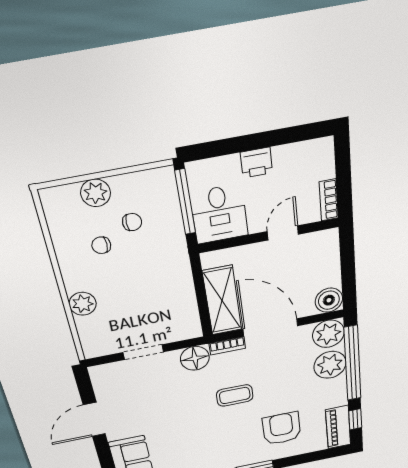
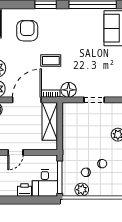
plant: (96, 193) -> (82, 190), moved
desk: (219, 214) -> (45, 183), moved, turned 180
door: (270, 327) -> (27, 100), swing flipped
armchair: (282, 429) -> (27, 31), turned 180

